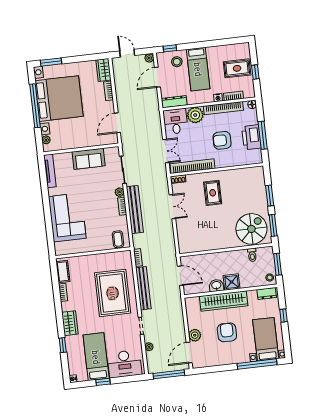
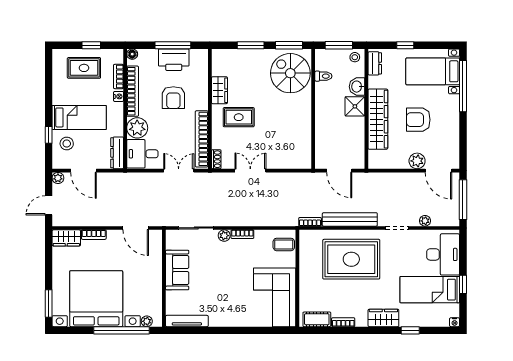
window: (170, 48) -> (49, 135), moved
rug: (237, 68) -> (84, 68), turned 90
window: (35, 106) -> (122, 330), moved
wardrobe: (232, 175) -> (219, 90), added
bench: (135, 210) -> (248, 219), removed
corner sofa: (67, 217) -> (275, 297), moved, turned -90
door: (180, 276) -> (339, 171), swing flipped
washbasin: (216, 285) -> (357, 87), moved

